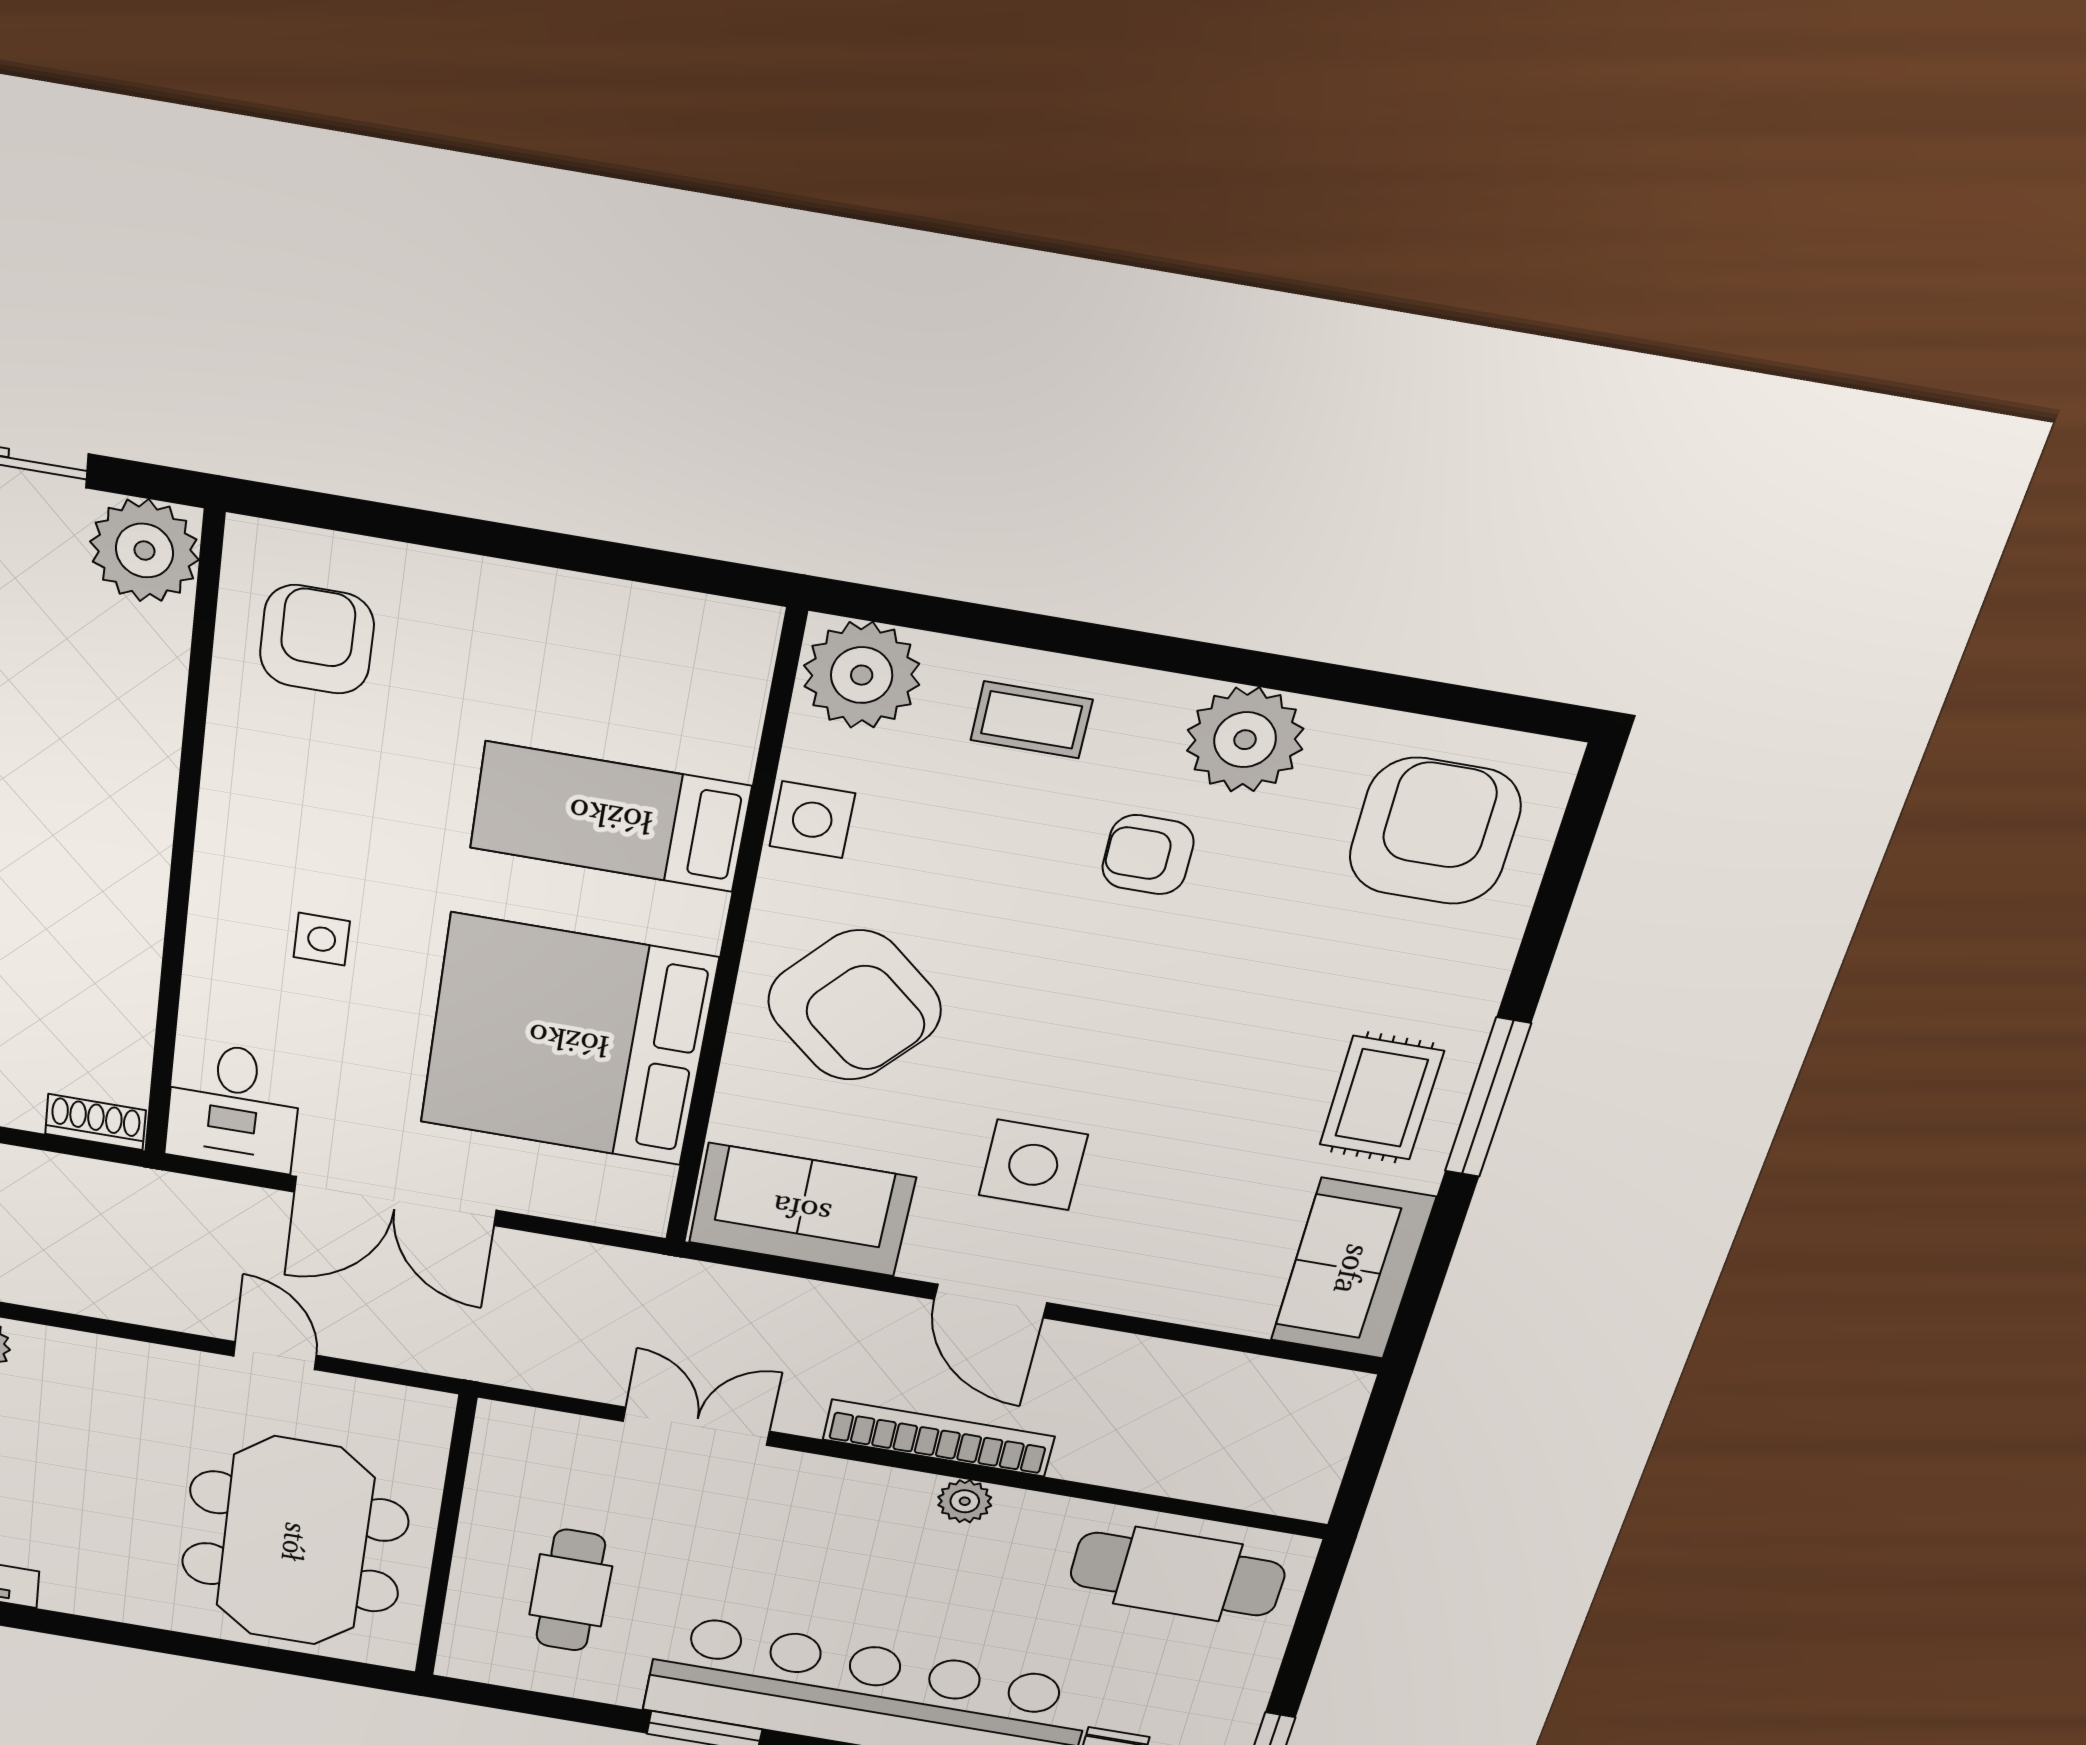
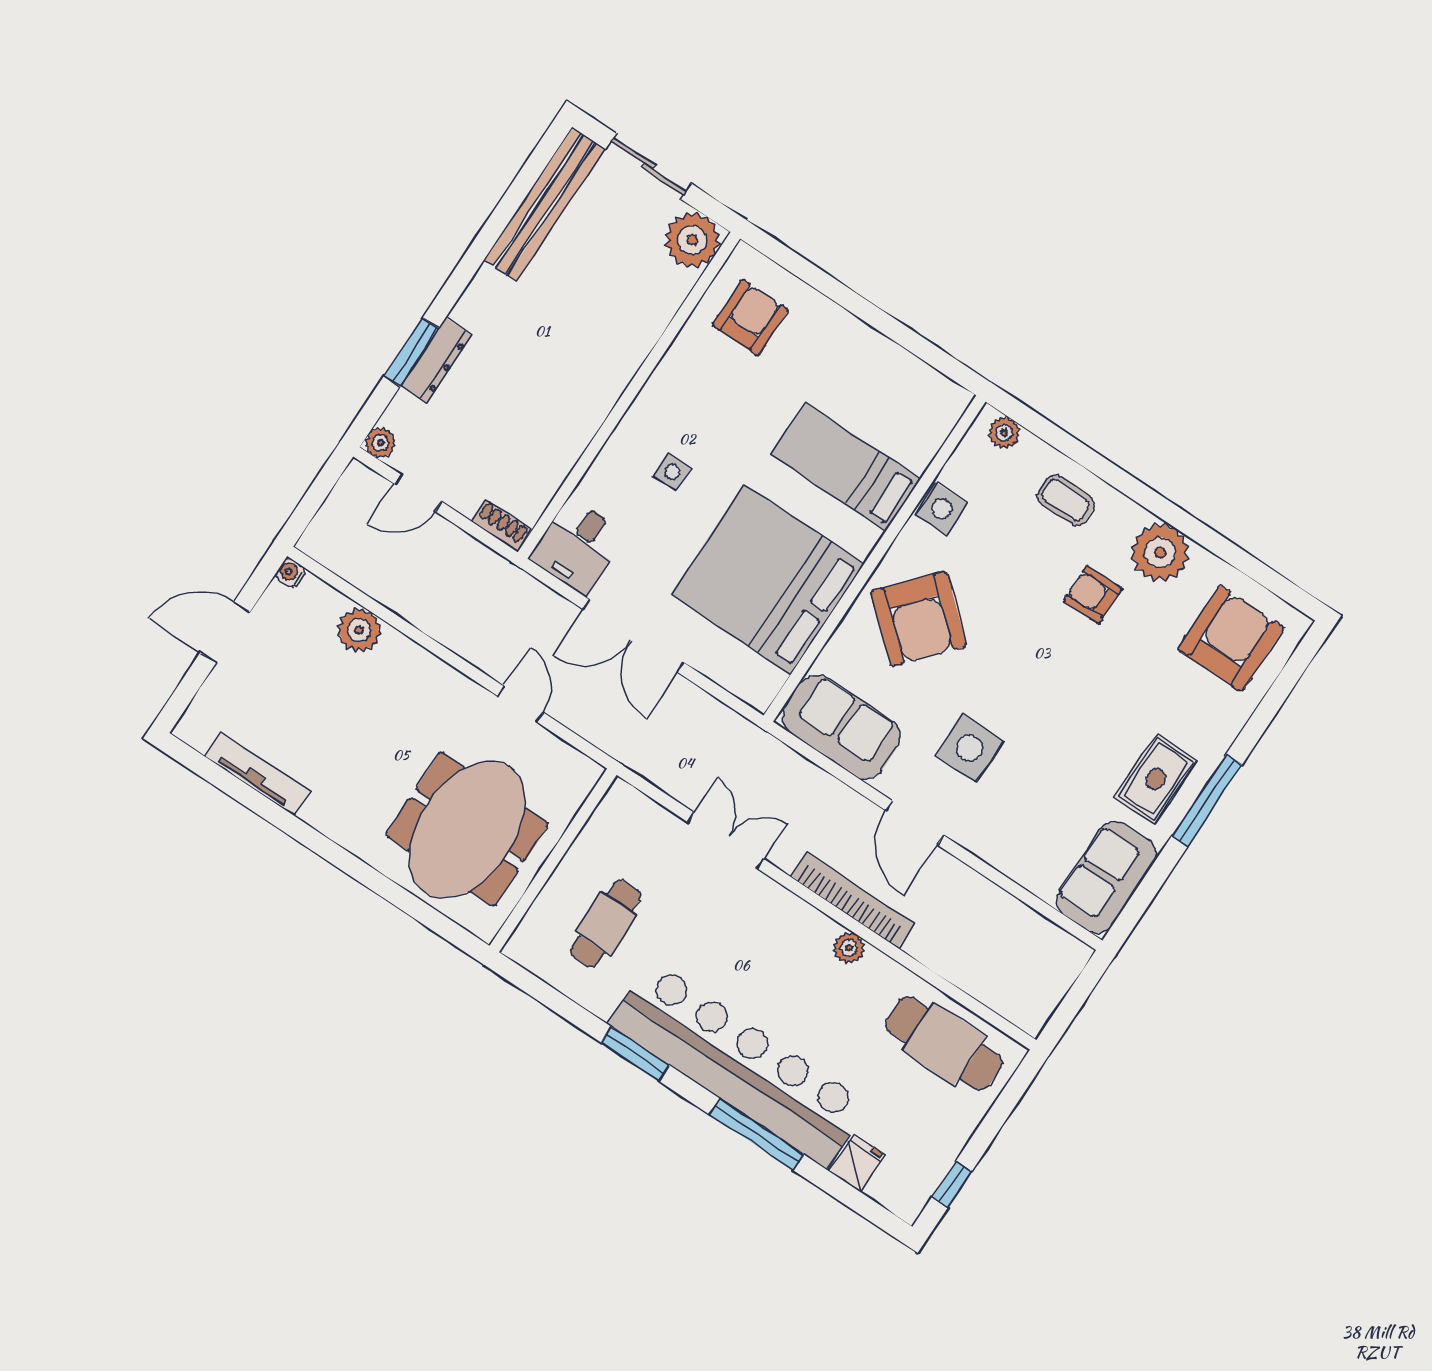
plant: (862, 675) -> (1004, 433), width x0.53, depth x0.53

